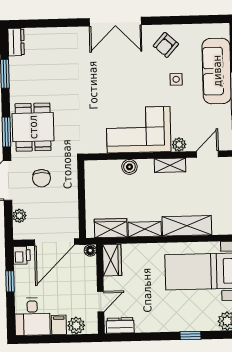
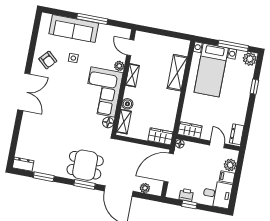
floor lamp: (98, 146) -> (108, 122), added
chair: (42, 178) -> (122, 167), removed
wardrobe: (111, 228) -> (160, 136), moved, turned 90
shelving: (145, 229) -> (124, 122), moved
door: (54, 242) -> (169, 168), swing flipped
printer: (22, 255) -> (186, 195), moved

